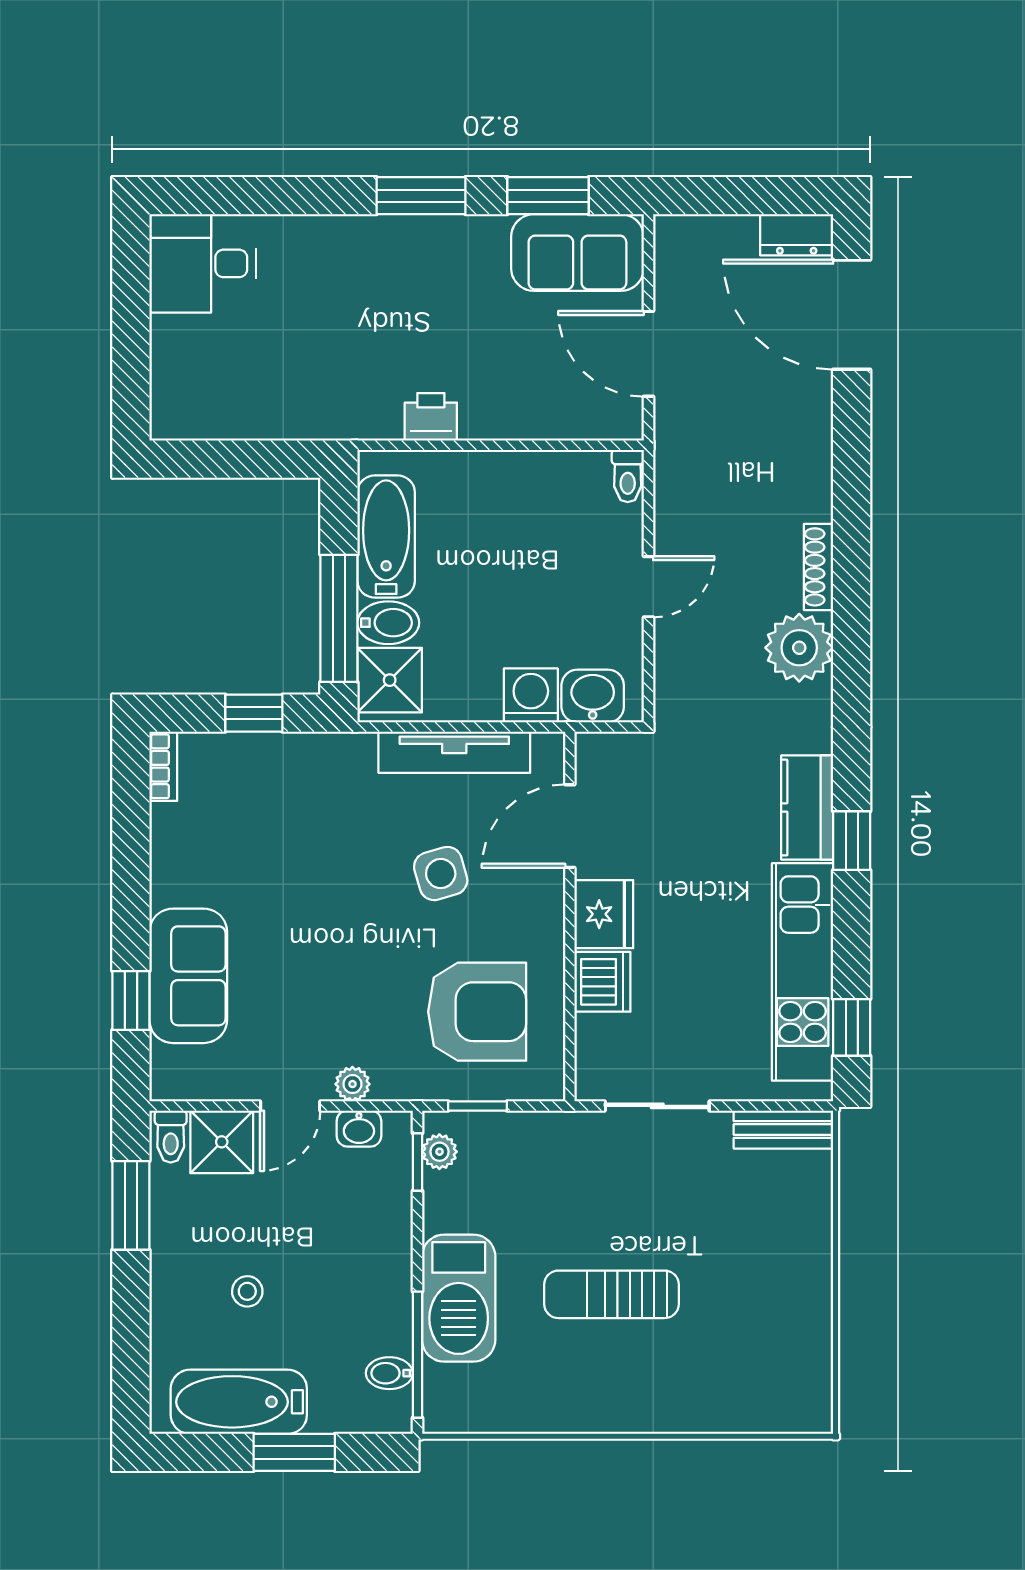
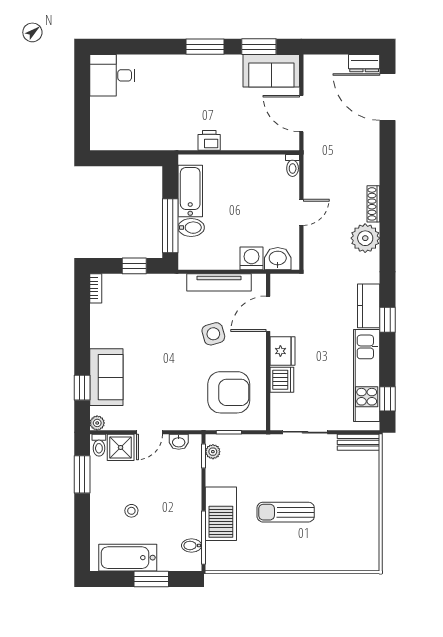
shower: (390, 680) -> (192, 252), removed
plant: (352, 1084) -> (97, 423), moved

